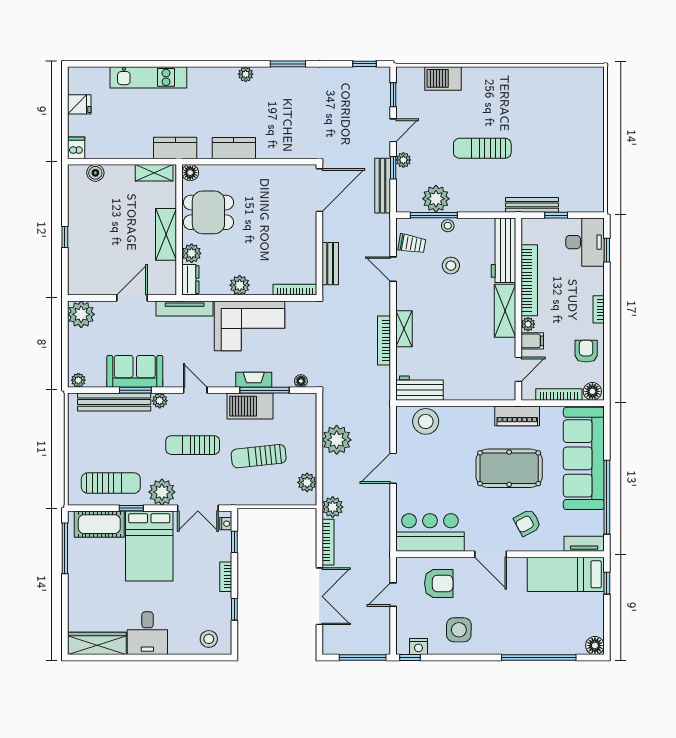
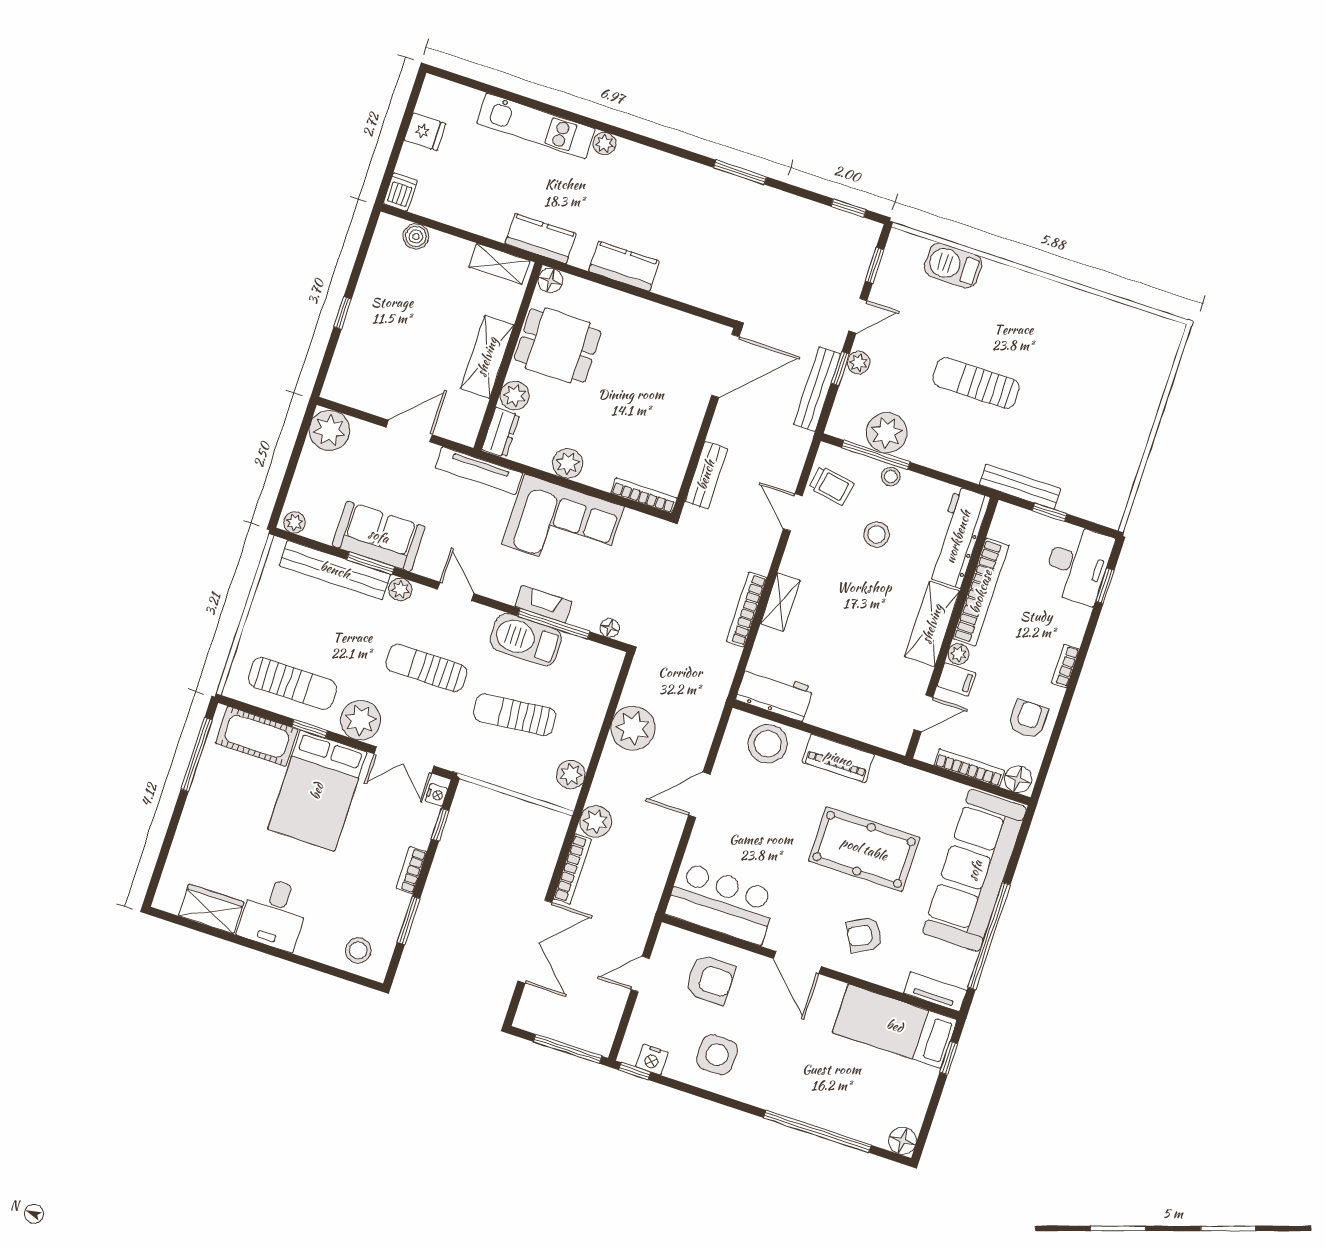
plant: (246, 74) -> (604, 144), moved
piano: (517, 416) -> (838, 758), moved
window: (234, 609) -> (409, 920), width x1.50
wardrobe: (97, 643) -> (211, 909), width x0.67

